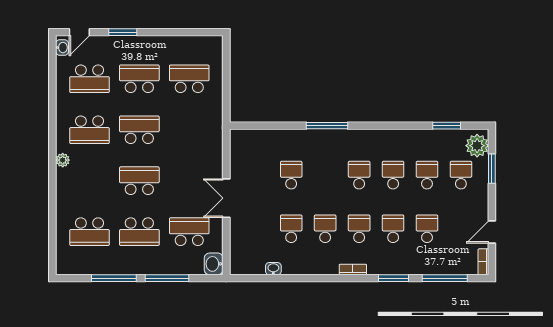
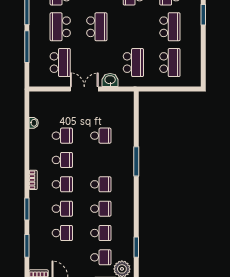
school desk: (139, 130) -> (133, 63), moved
washbasin: (214, 264) -> (110, 80), moved
window: (445, 278) -> (27, 246), width x0.69

